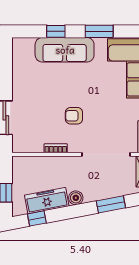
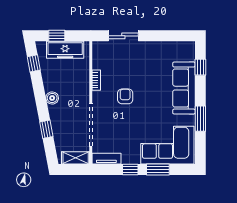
window: (56, 31) -> (200, 67), moved
freezer: (47, 201) -> (65, 50), moved, turned 101
window: (111, 204) -> (46, 129), width x0.67

